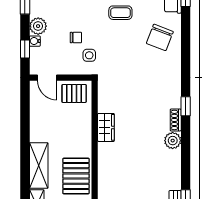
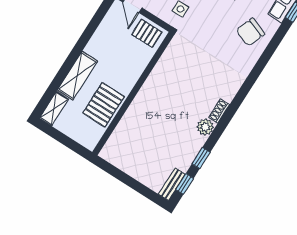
window: (186, 106) -> (201, 158), moved
wardrobe: (106, 127) -> (156, 80), removed

